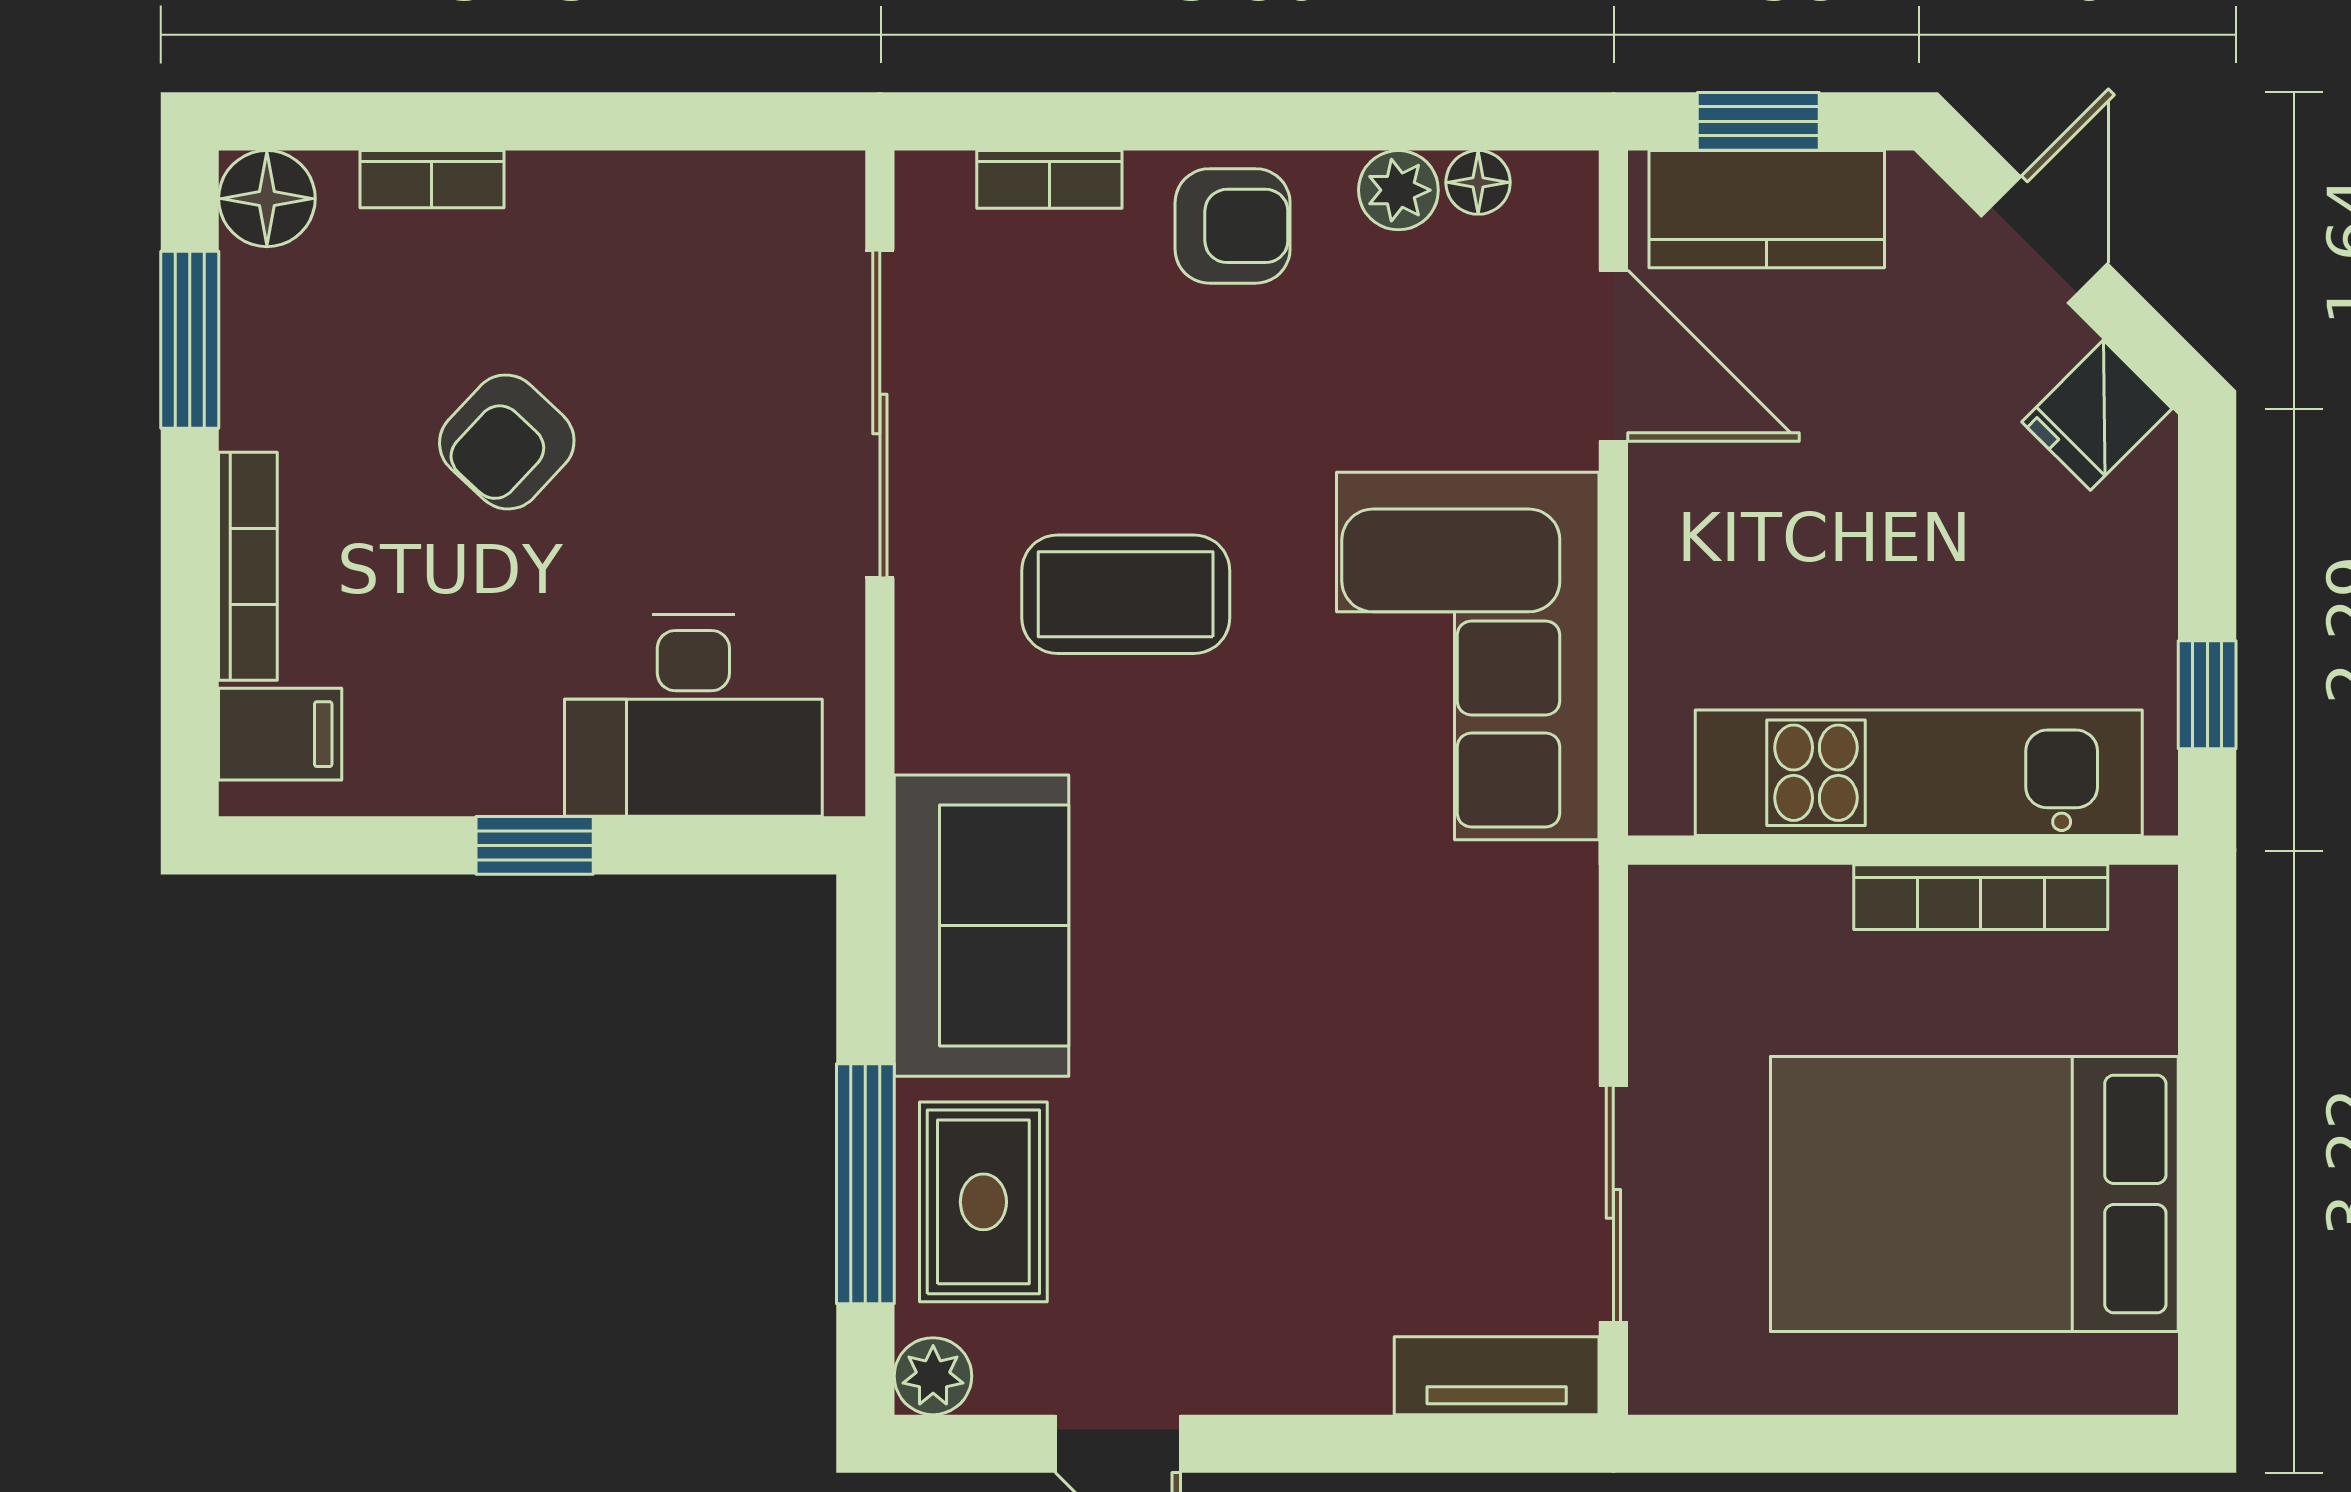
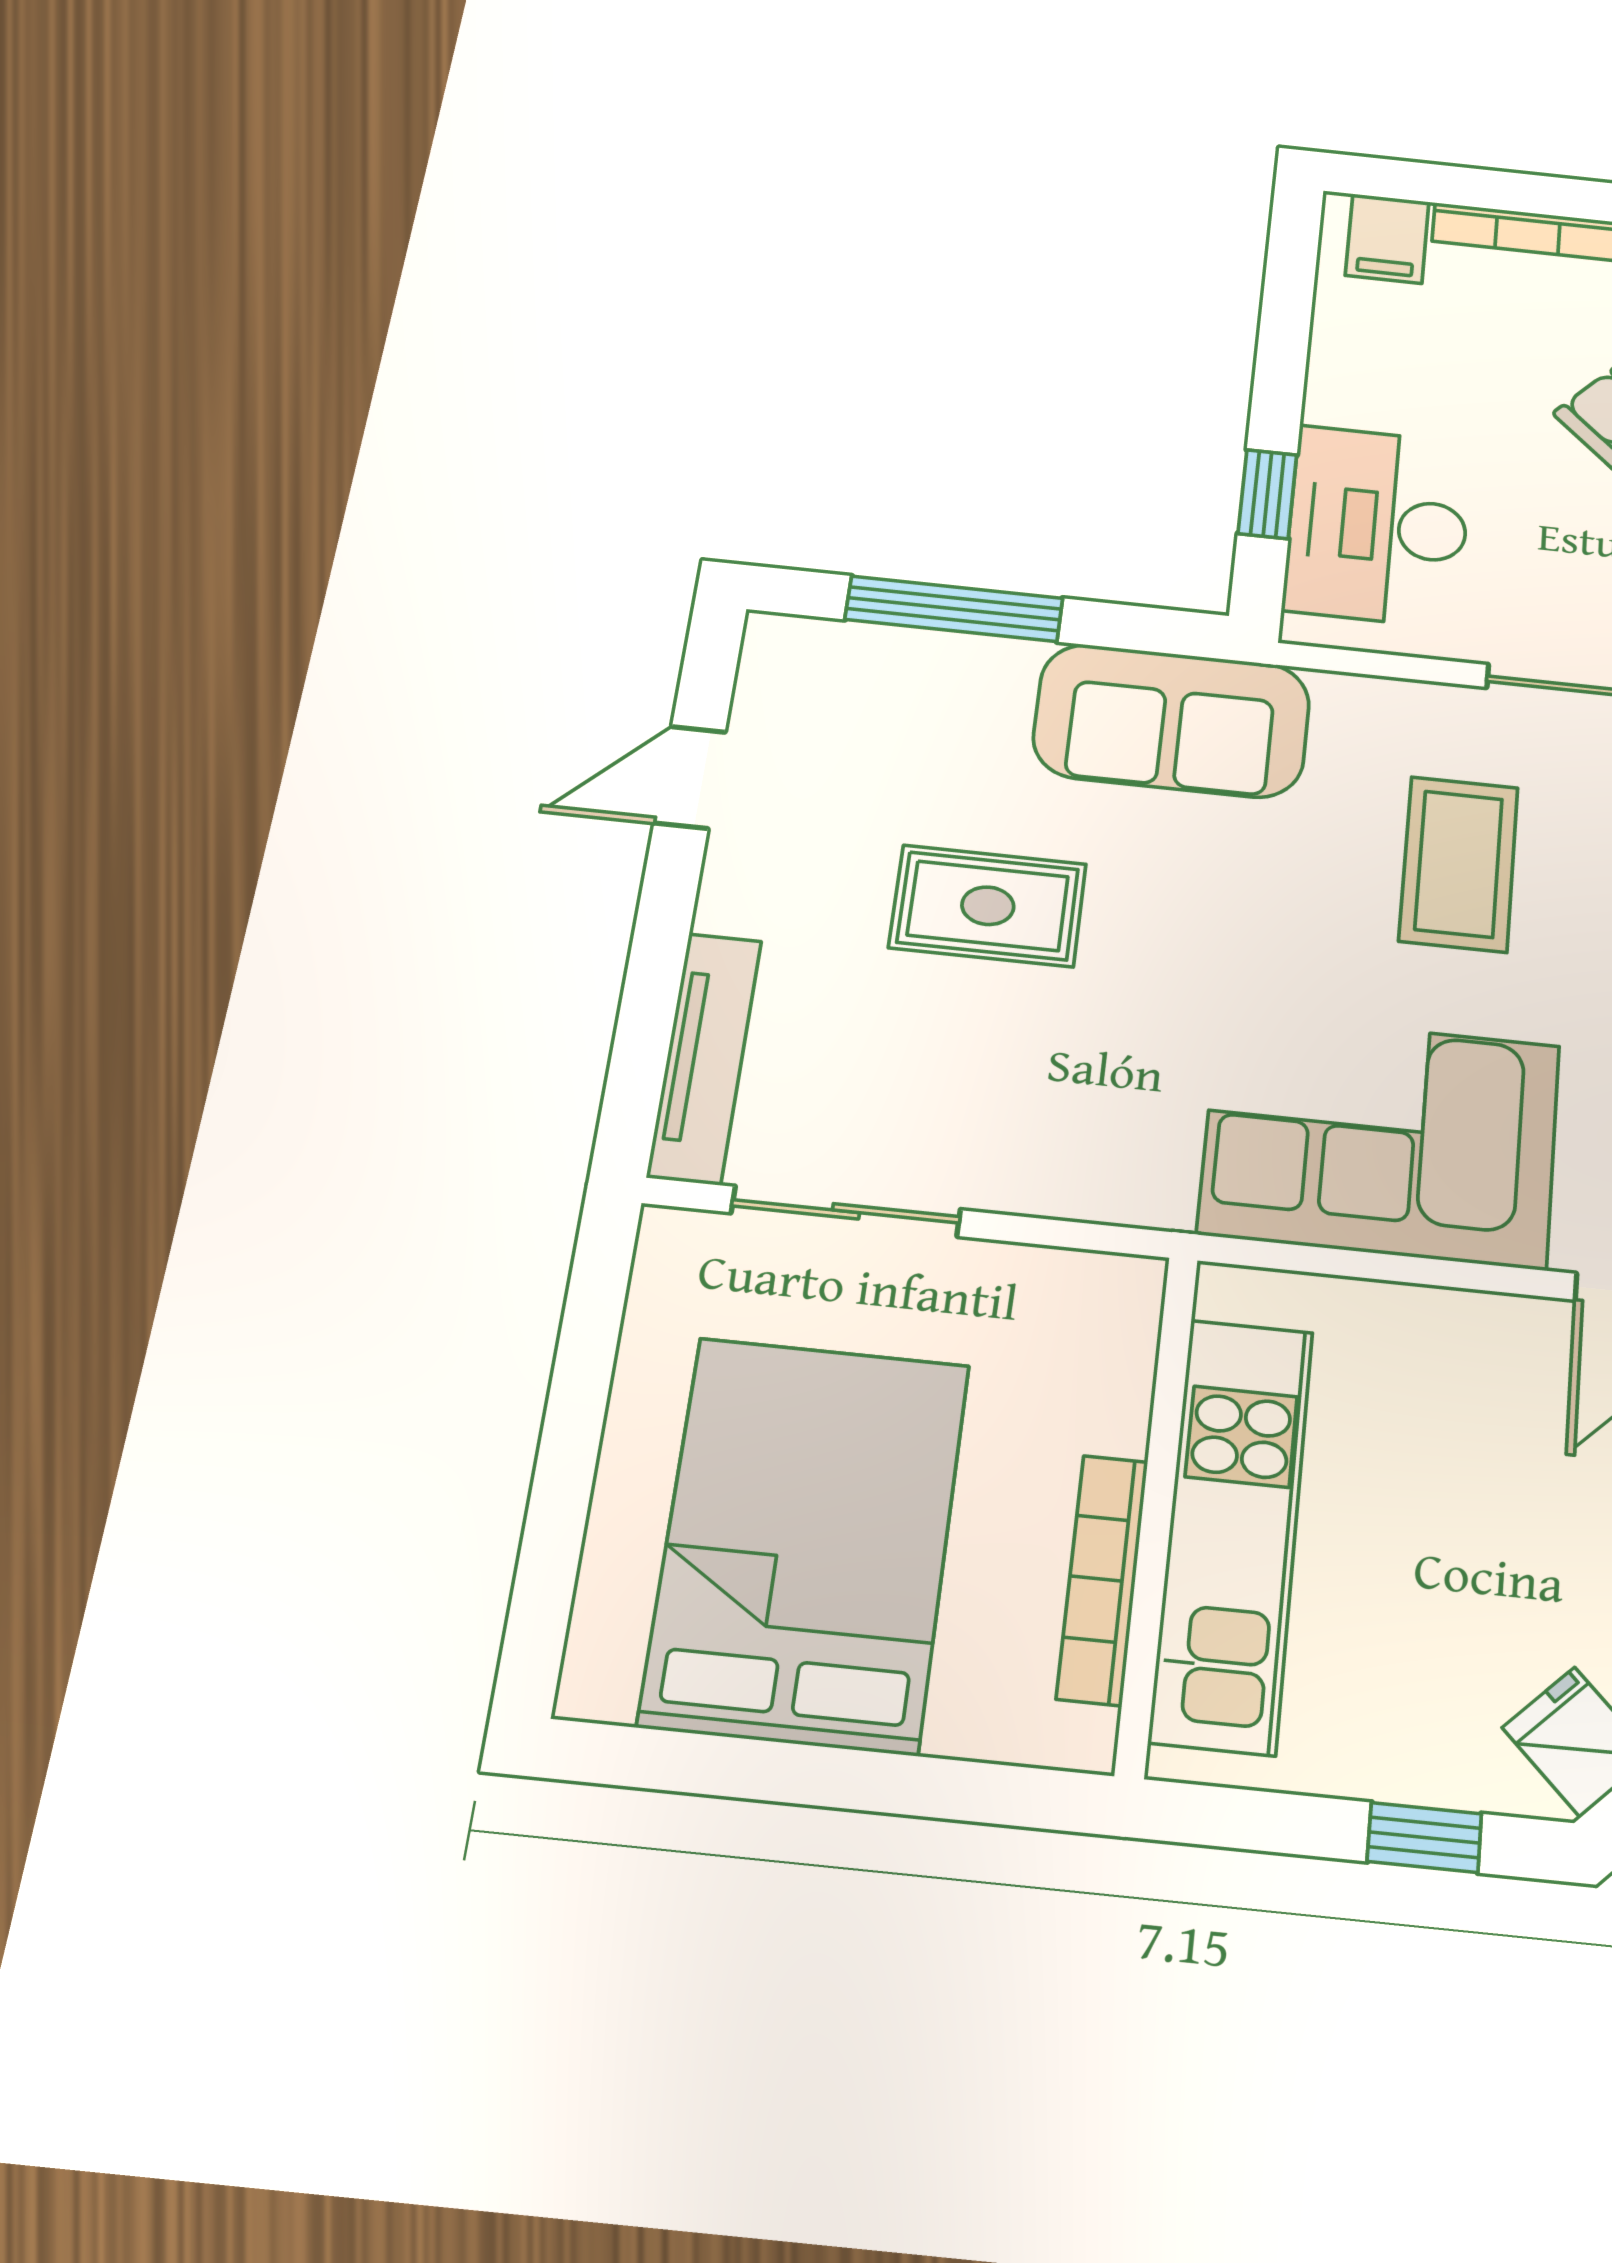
window: (2207, 695) -> (1424, 1838), moved
window: (535, 845) -> (1267, 494), moved
rug: (983, 1202) -> (988, 906), moved
plant: (933, 1376) -> (775, 642), removed
tv unit: (1497, 1376) -> (705, 1058), width x1.41

